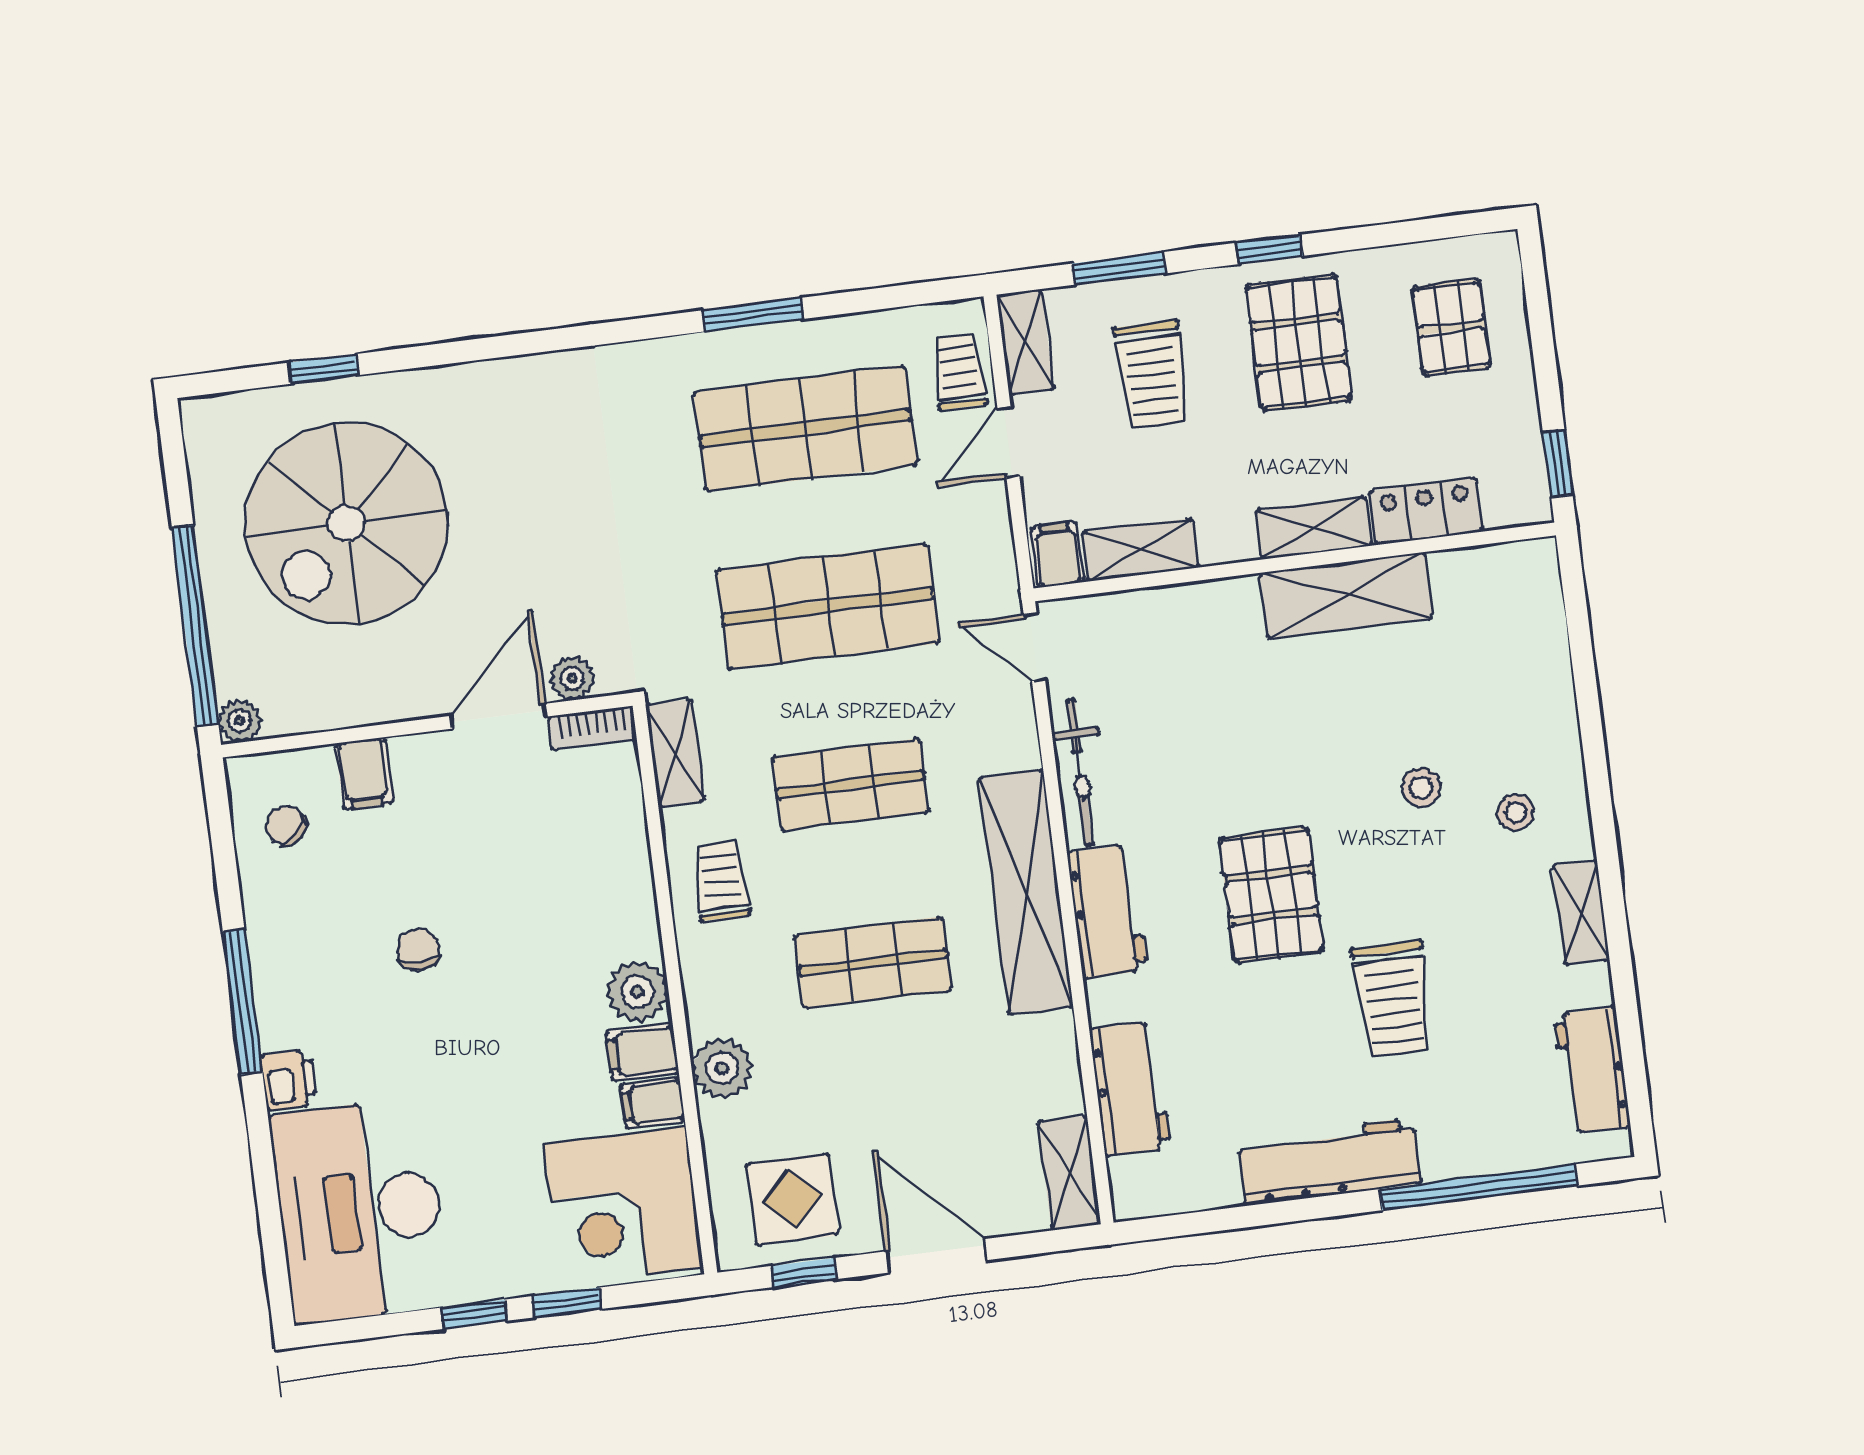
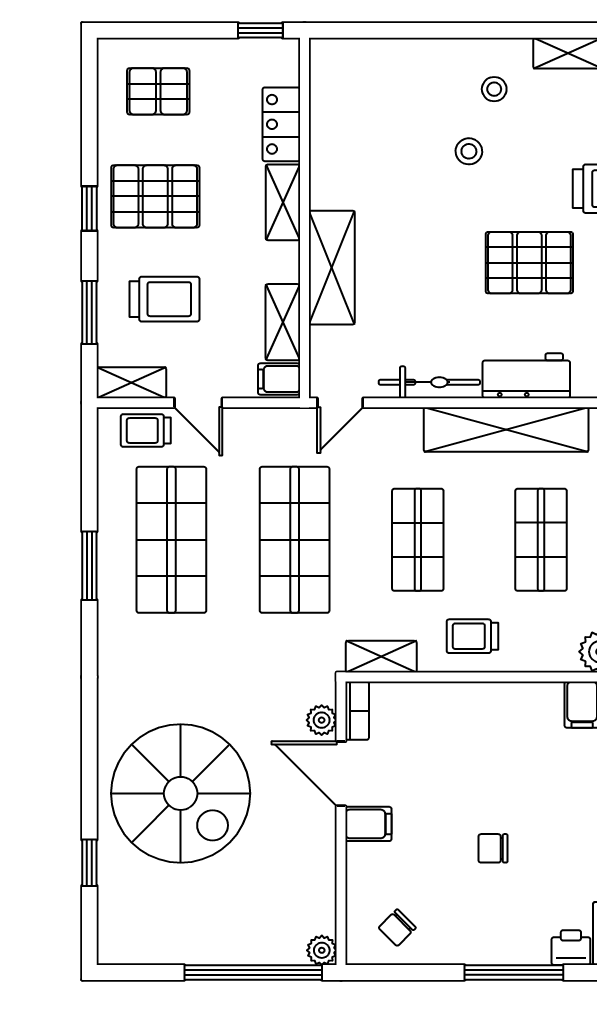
spiral stairs: (347, 523) -> (181, 793), moved
shelving: (1346, 595) -> (332, 268), moved
filing cabinet: (364, 773) -> (368, 824), moved
plant: (638, 991) -> (541, 703), removed

